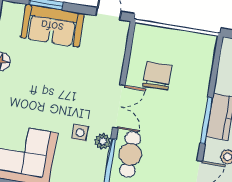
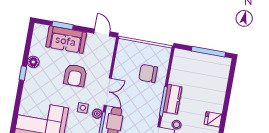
chair: (157, 76) -> (148, 73), moved, turned -90
armchair: (67, 82) -> (75, 75), added

